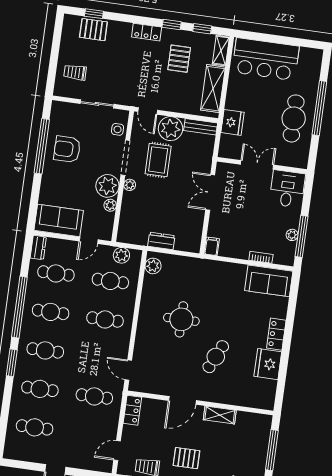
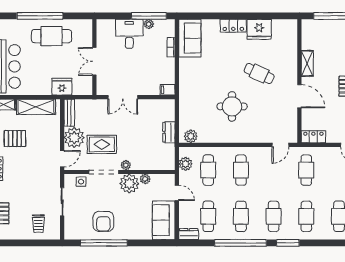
desk: (287, 189) -> (129, 34), moved, turned 90

